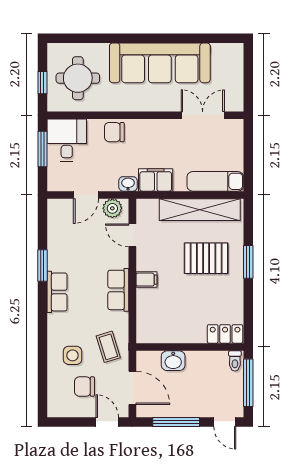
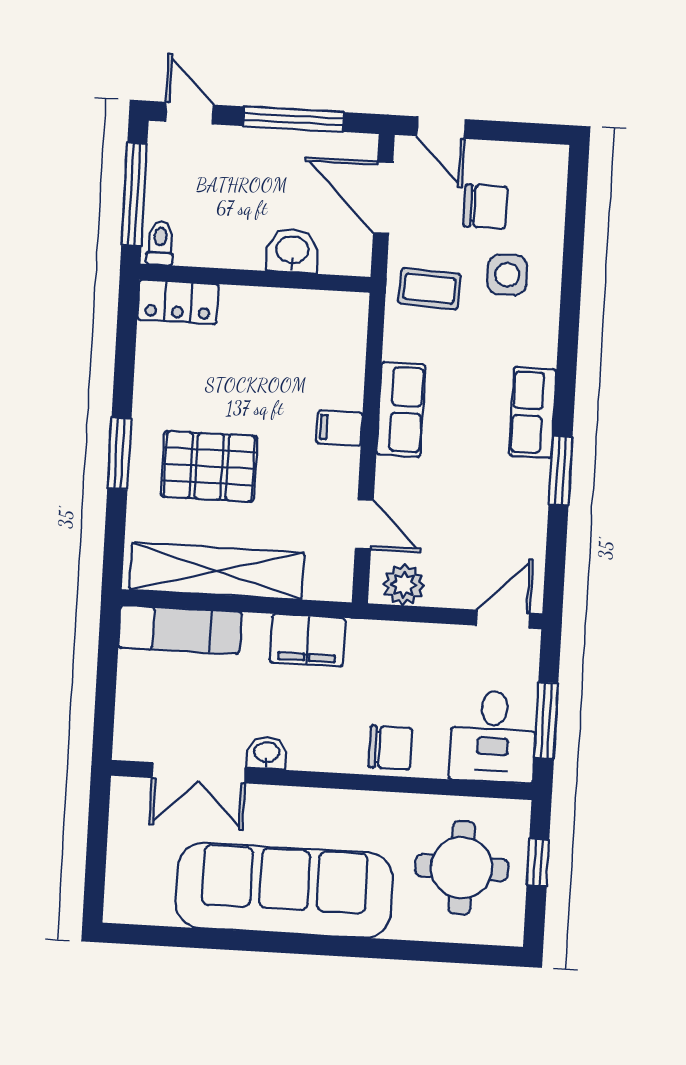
washbasin: (128, 184) -> (267, 753), moved, turned 180
door: (86, 195) -> (503, 619), moved
coffee table: (108, 347) -> (429, 289), turned -70

